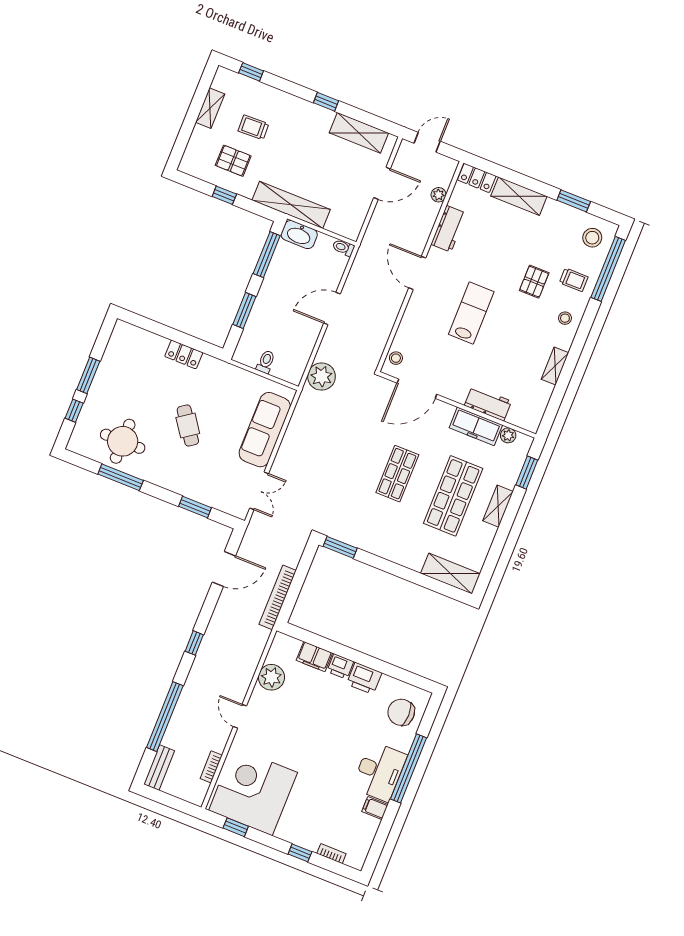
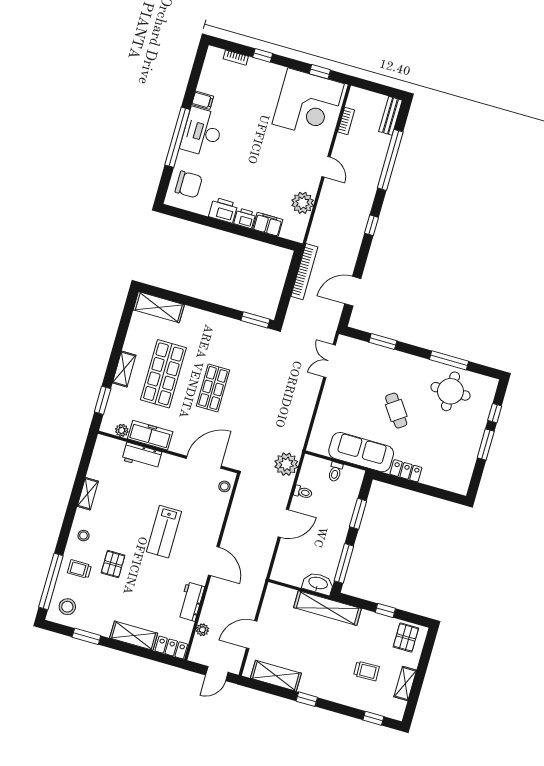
pallet: (233, 161) -> (406, 637), moved, turned 90
toilet: (343, 248) -> (303, 492), moved
sofa: (265, 430) -> (361, 452), moved, turned -90

